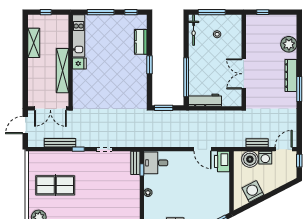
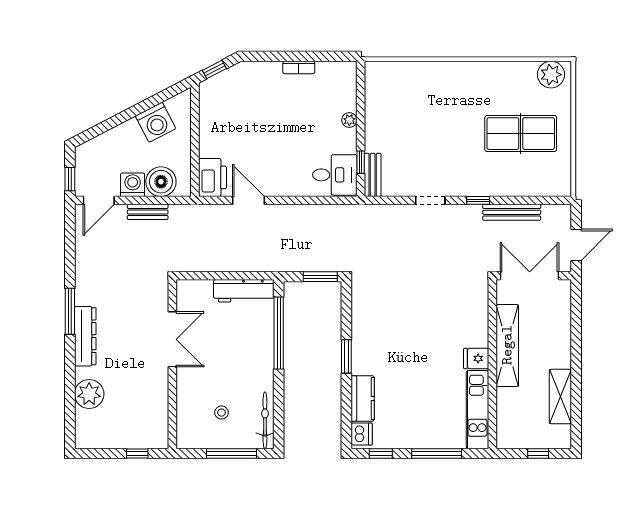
dishwasher: (141, 23) -> (362, 434), added

